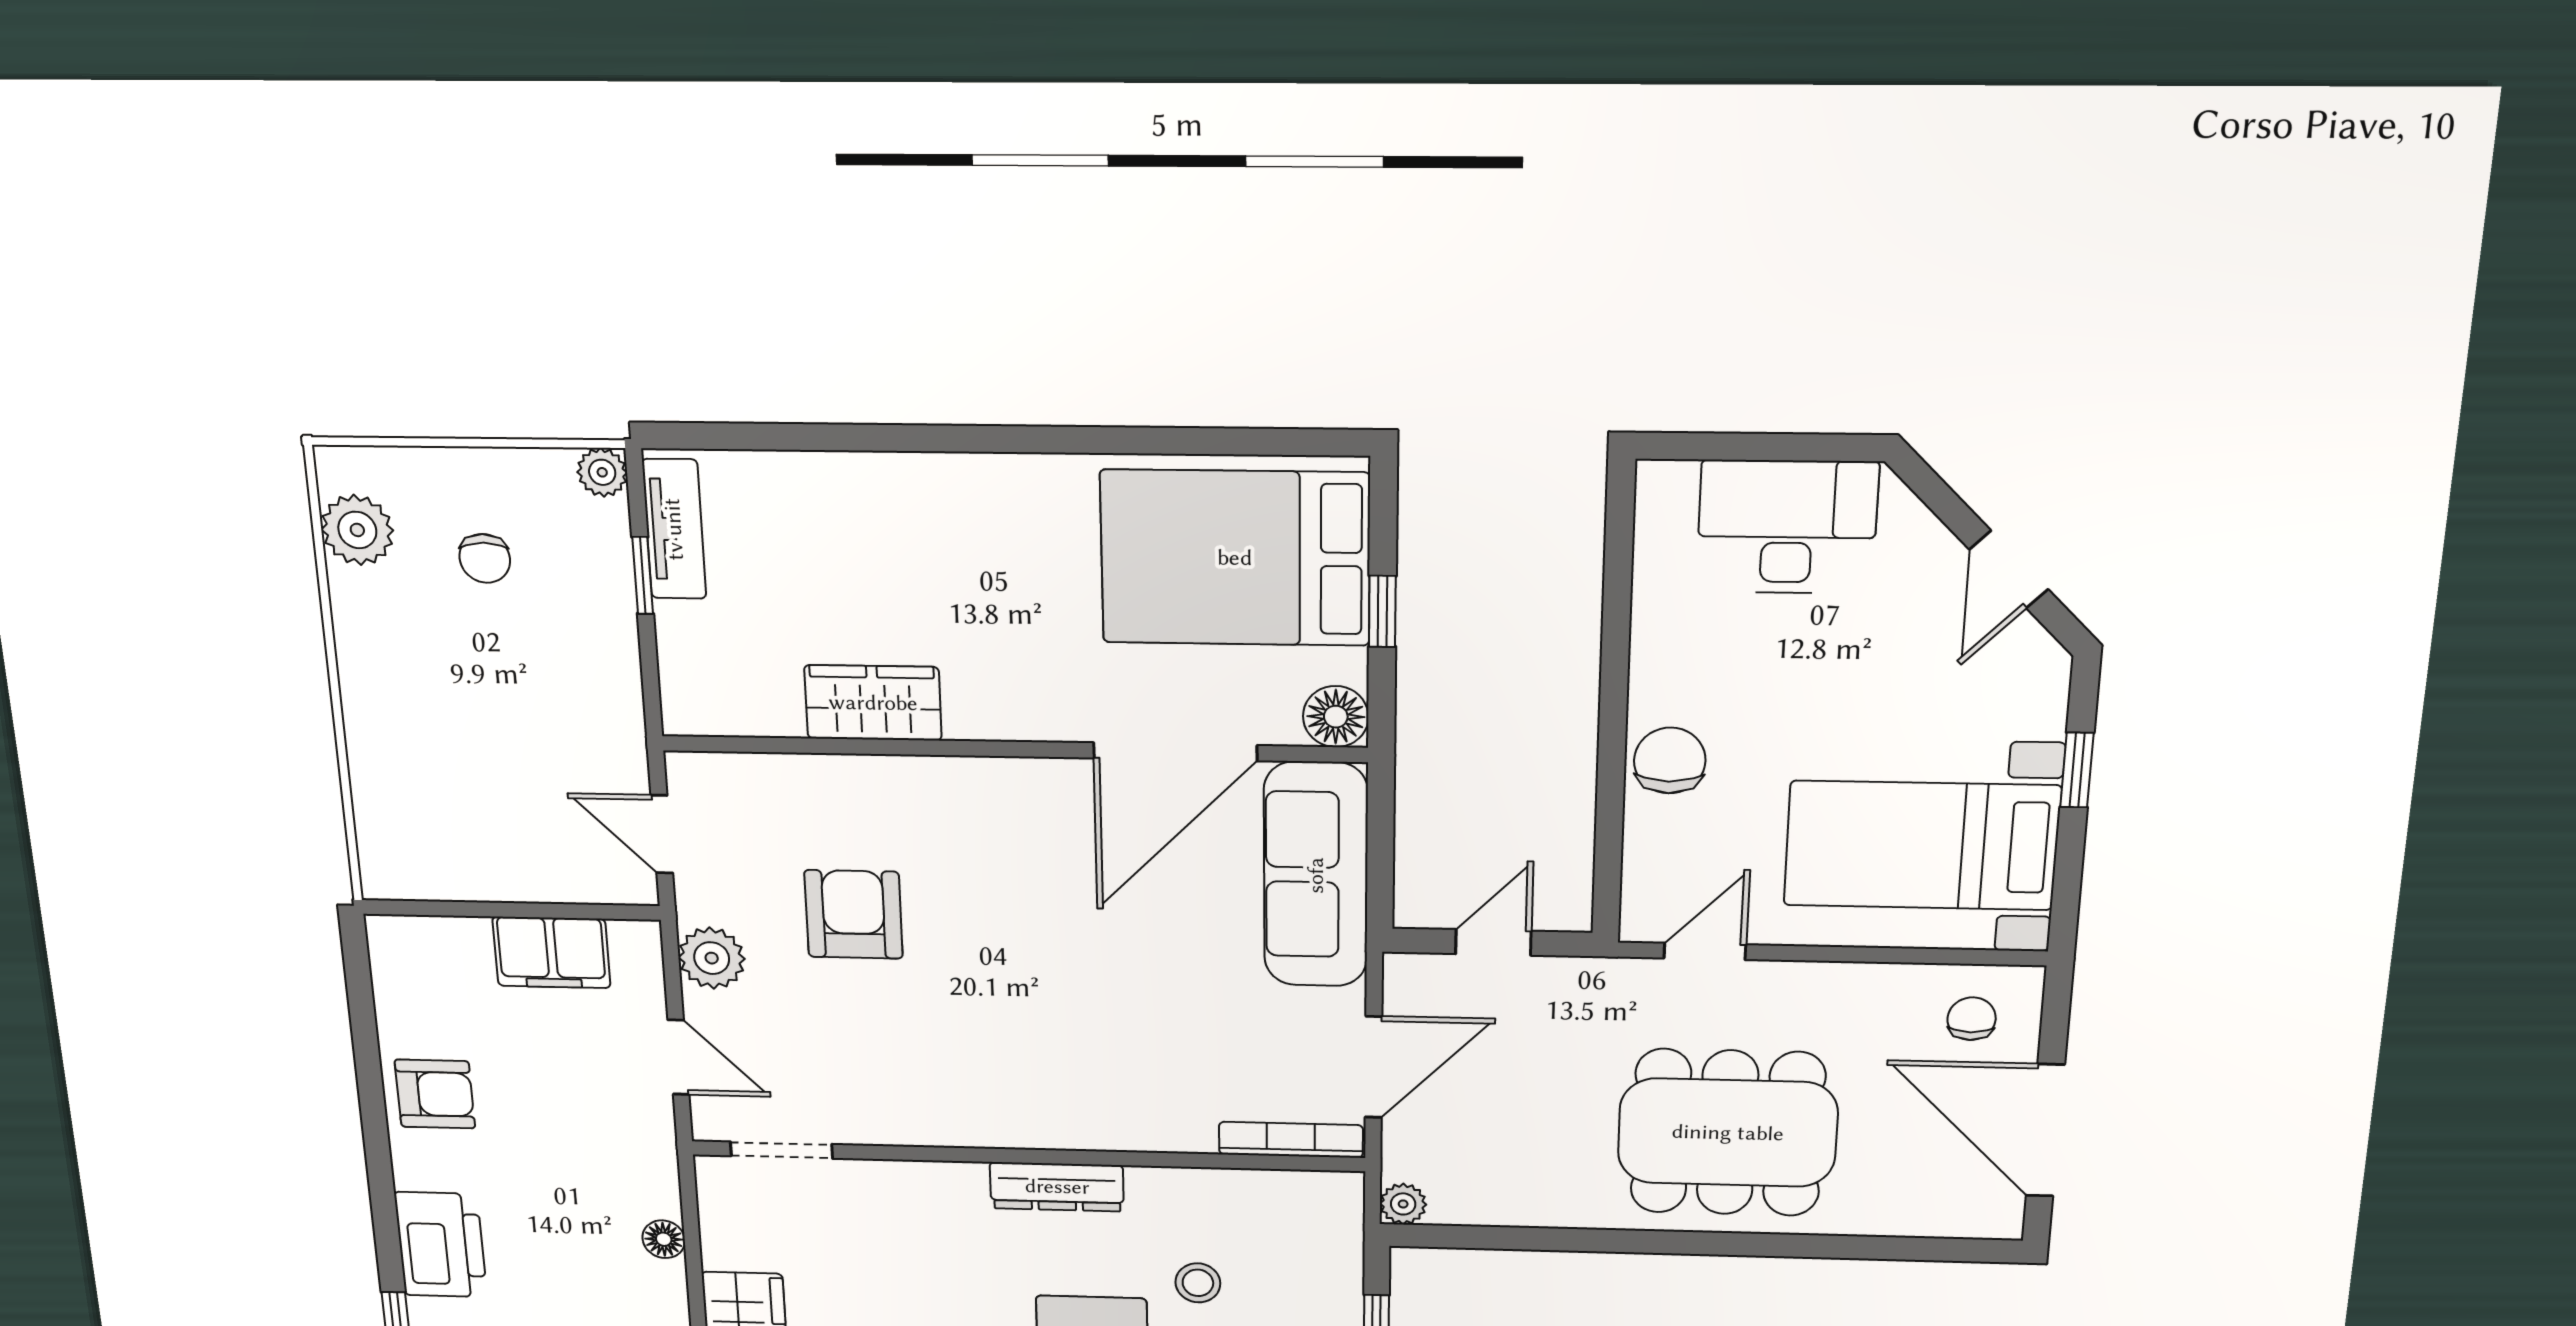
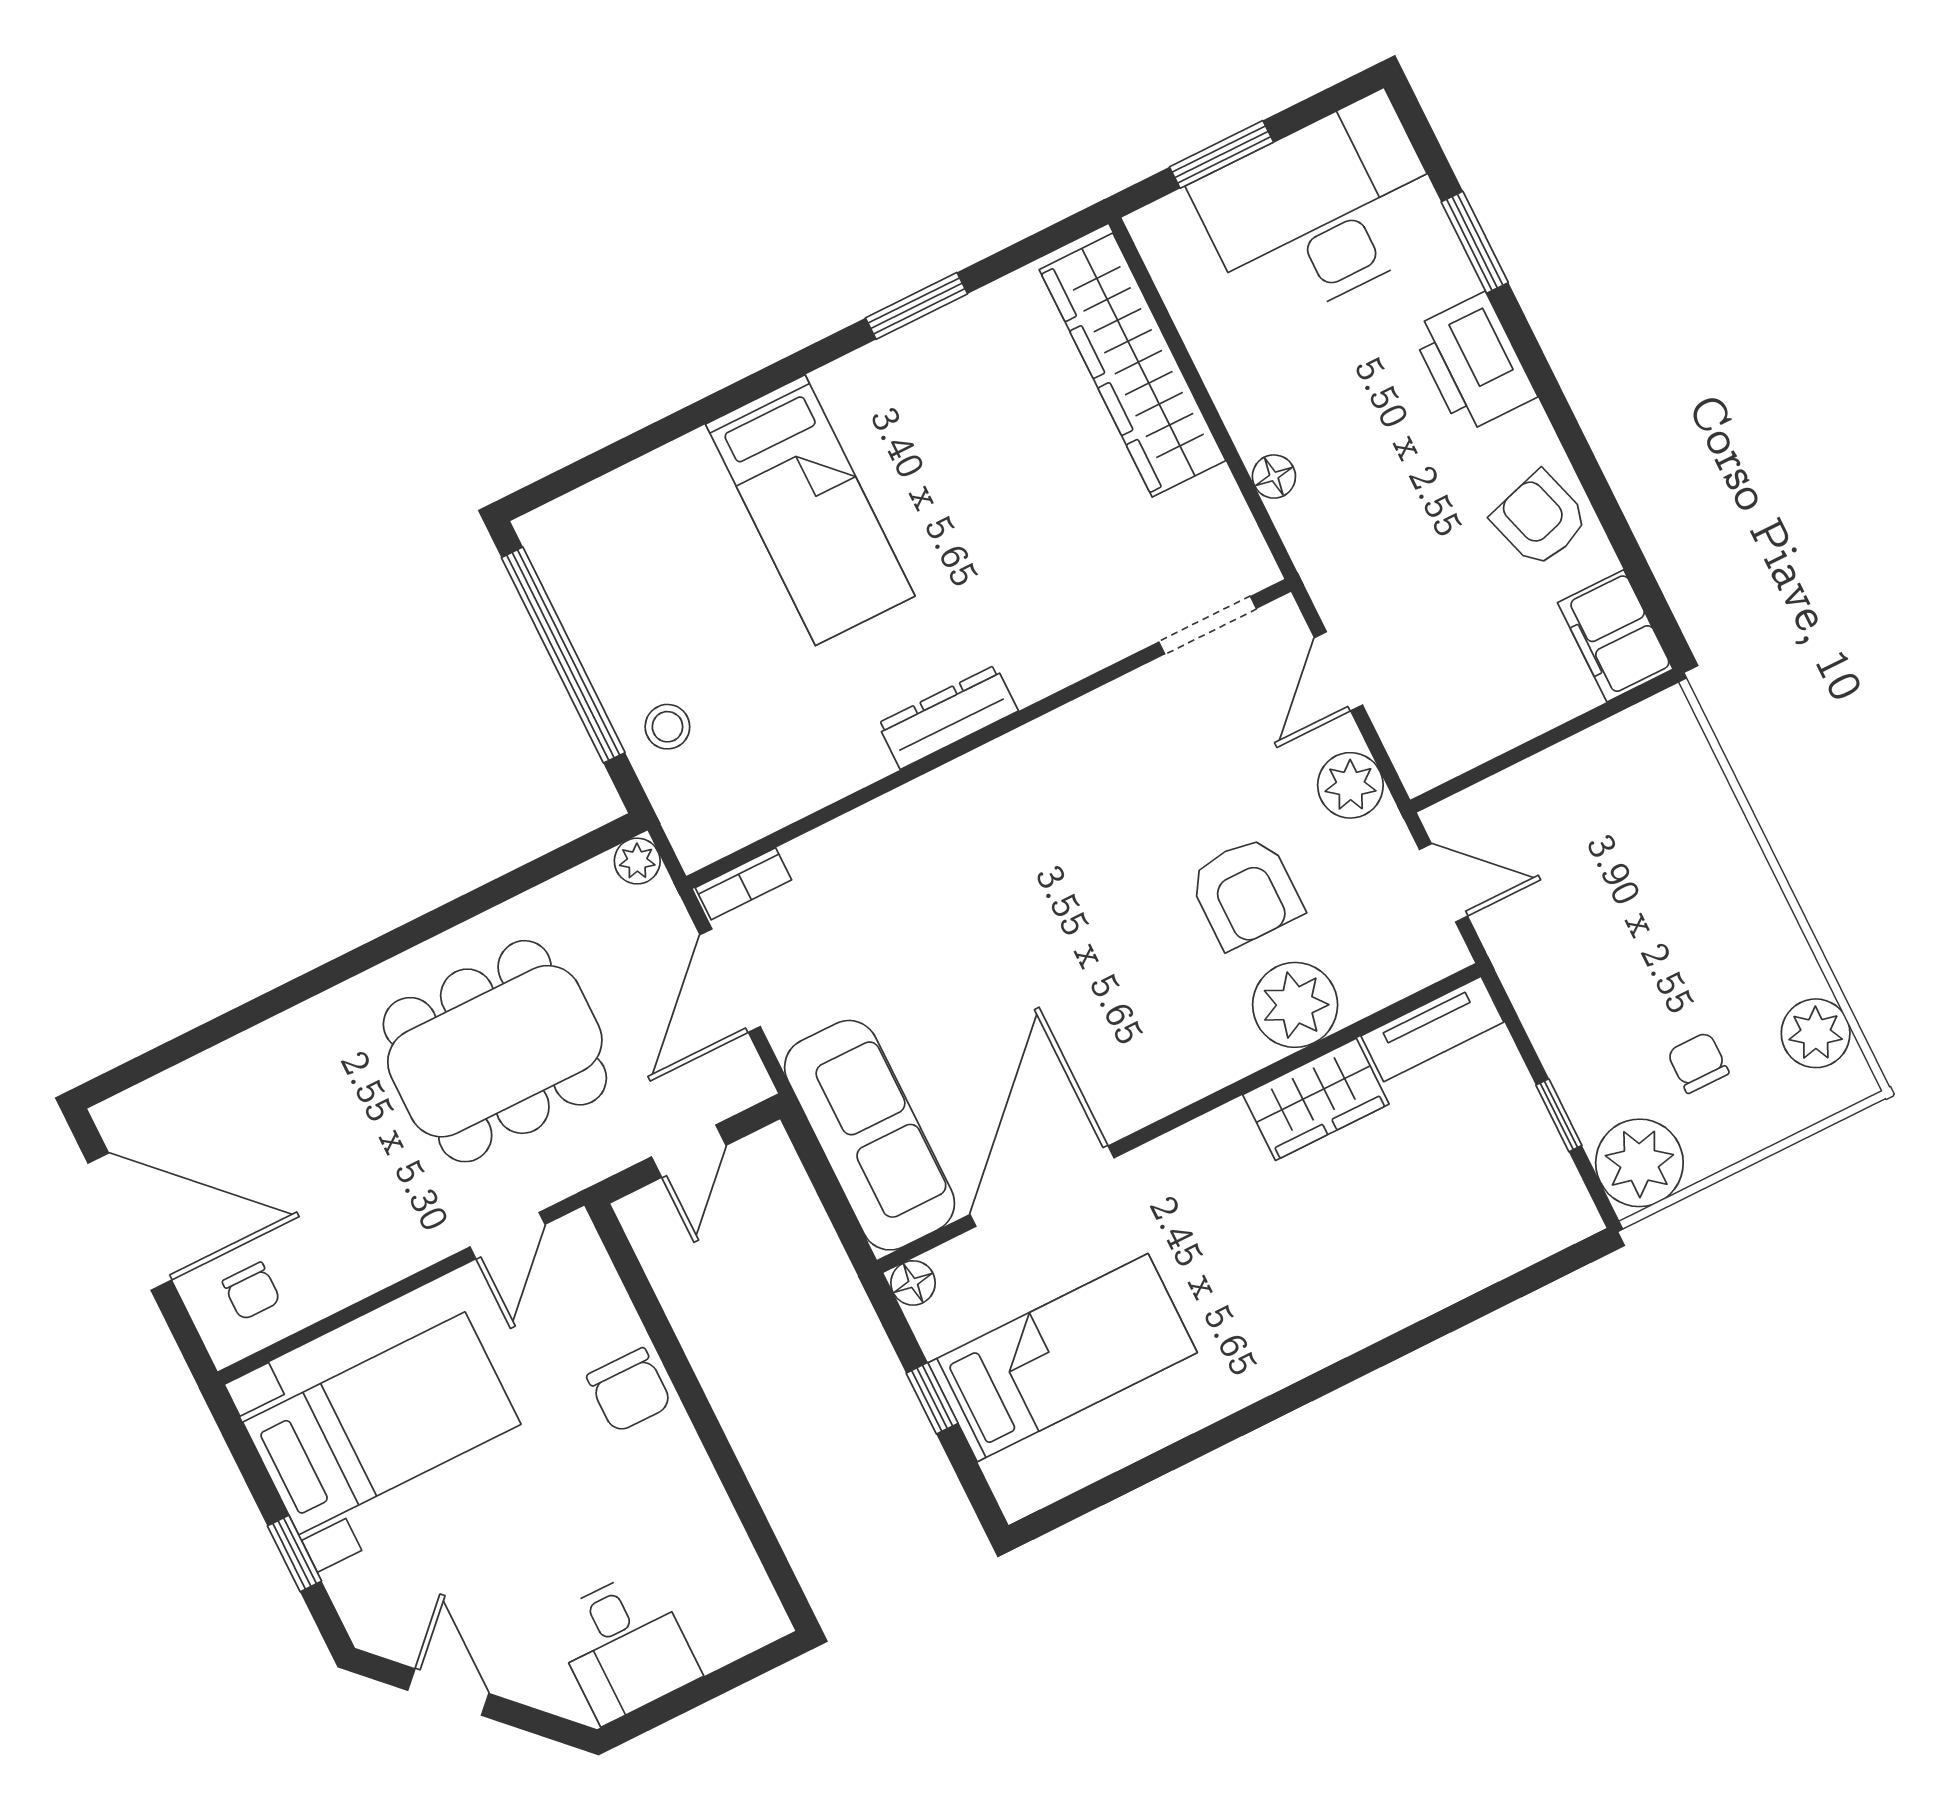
plant: (602, 472) -> (1639, 1163), width x1.88, depth x1.88
desk: (1787, 527) -> (625, 1646), width x0.73
tv unit: (674, 529) -> (1432, 1029), moved, turned -90
bed: (1235, 558) -> (1063, 1358), width x0.67
floor lamp: (1336, 717) -> (913, 1283), width x0.73, depth x0.73
plant: (853, 795) -> (1295, 1005), added
filing cabinet: (551, 952) -> (1615, 636), moved, turned -90
door: (678, 1057) -> (1338, 671), hinge flipped
armchair: (435, 1094) -> (1540, 519), turned 73
dining table: (1728, 1133) -> (495, 1051), moved
bookcase: (1291, 1140) -> (743, 884), width x0.64
stool: (1198, 1283) -> (667, 727), moved

